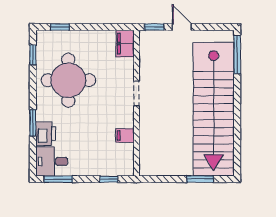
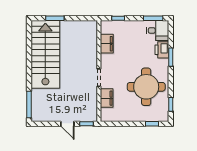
filing cabinet: (125, 44) -> (107, 98), moved
stairs: (214, 109) -> (45, 54), width x0.73
filing cabinet: (125, 135) -> (107, 44), width x2.00

